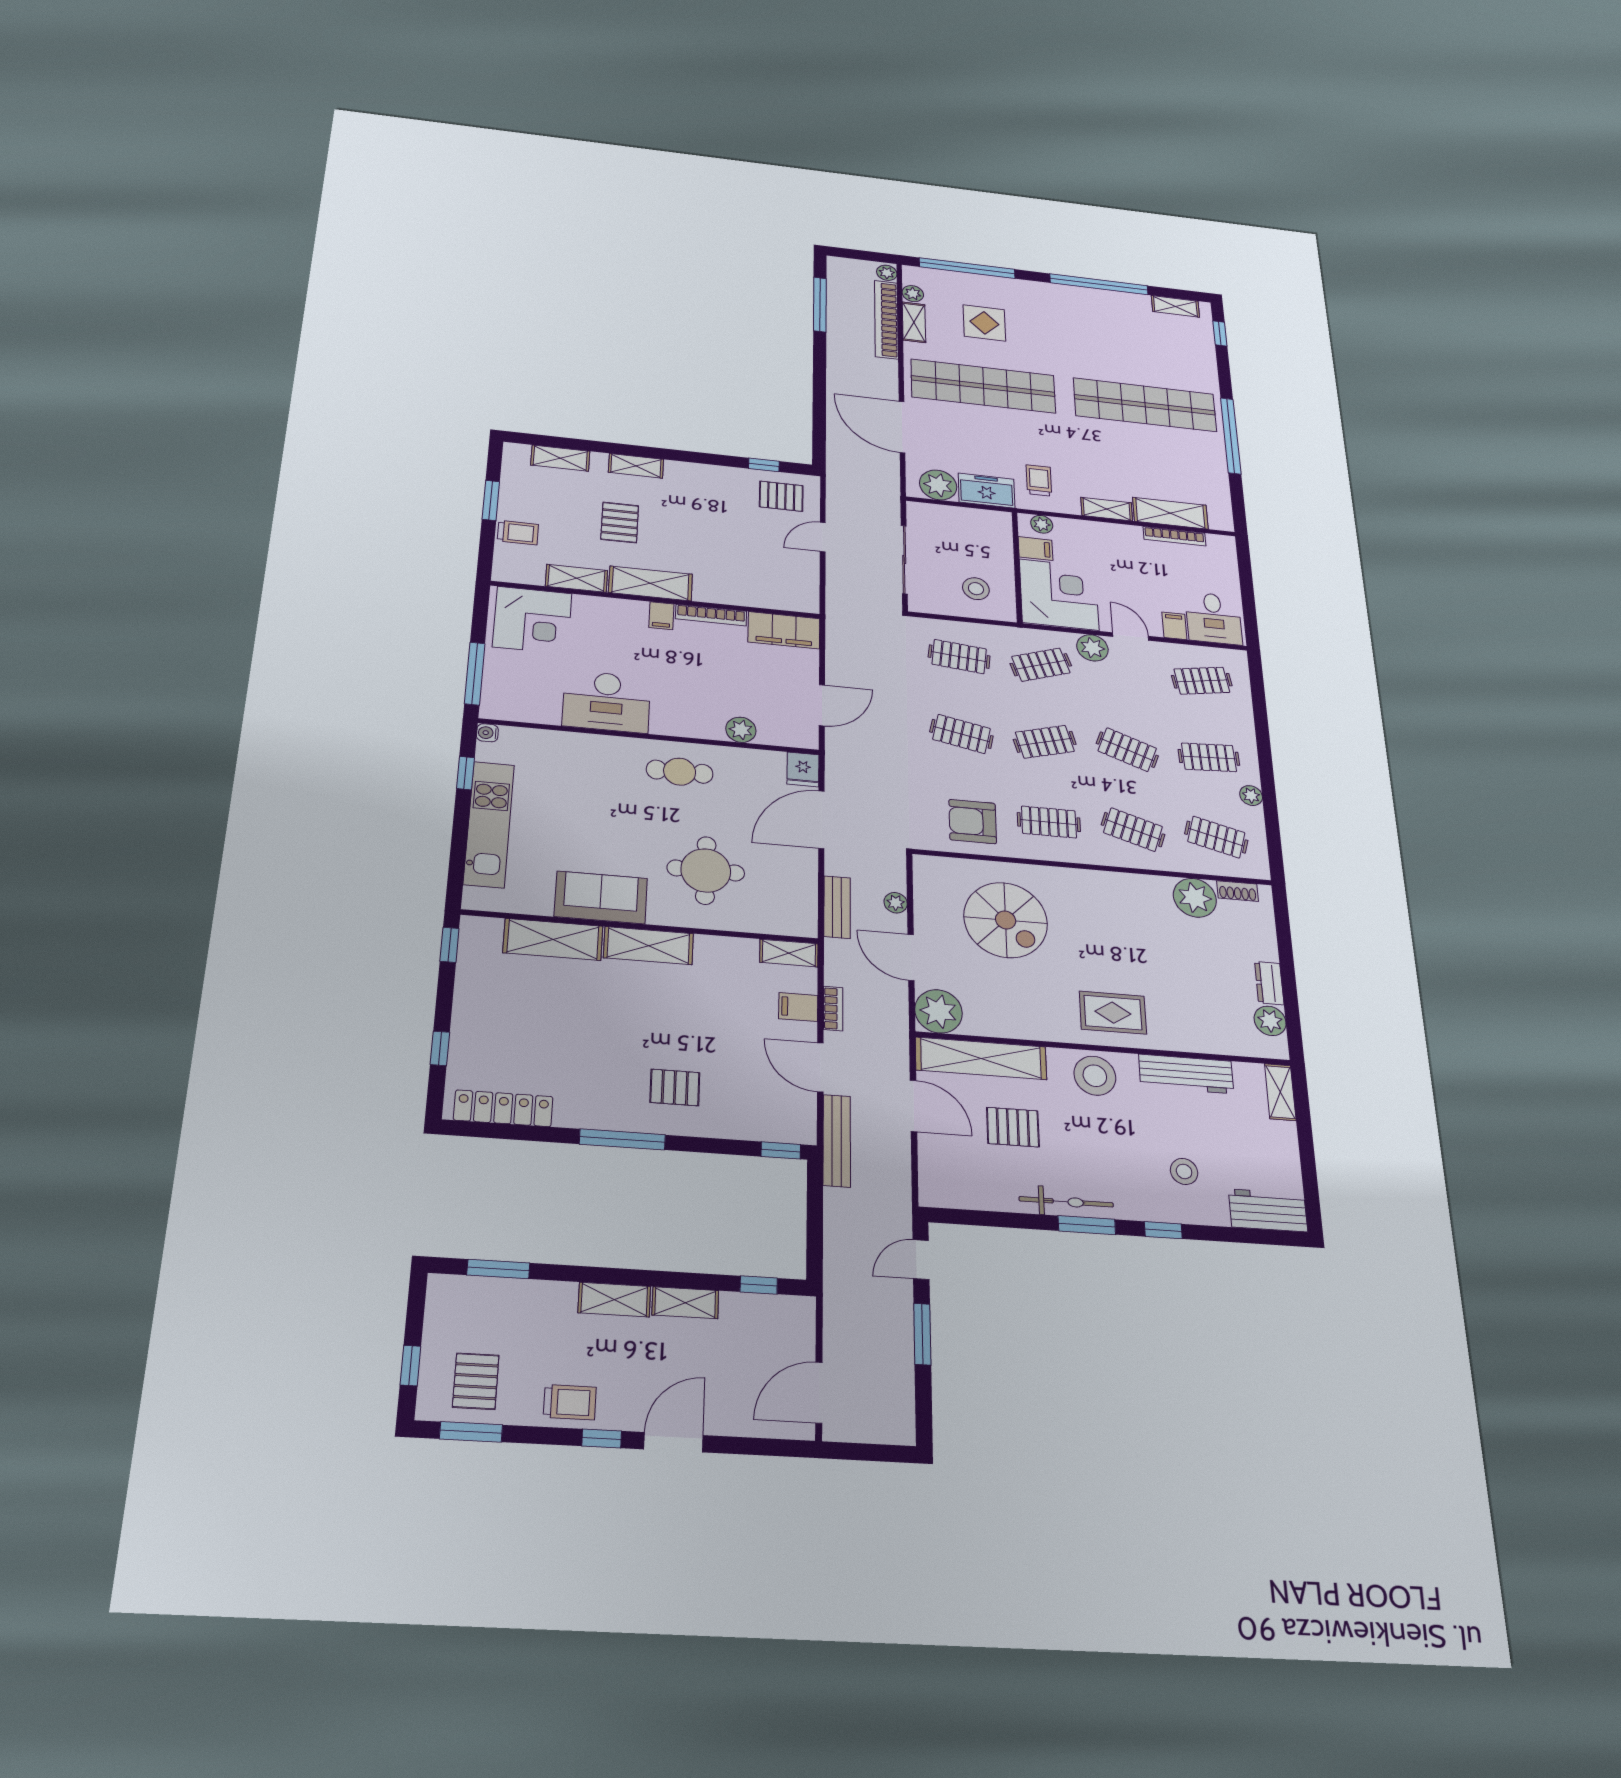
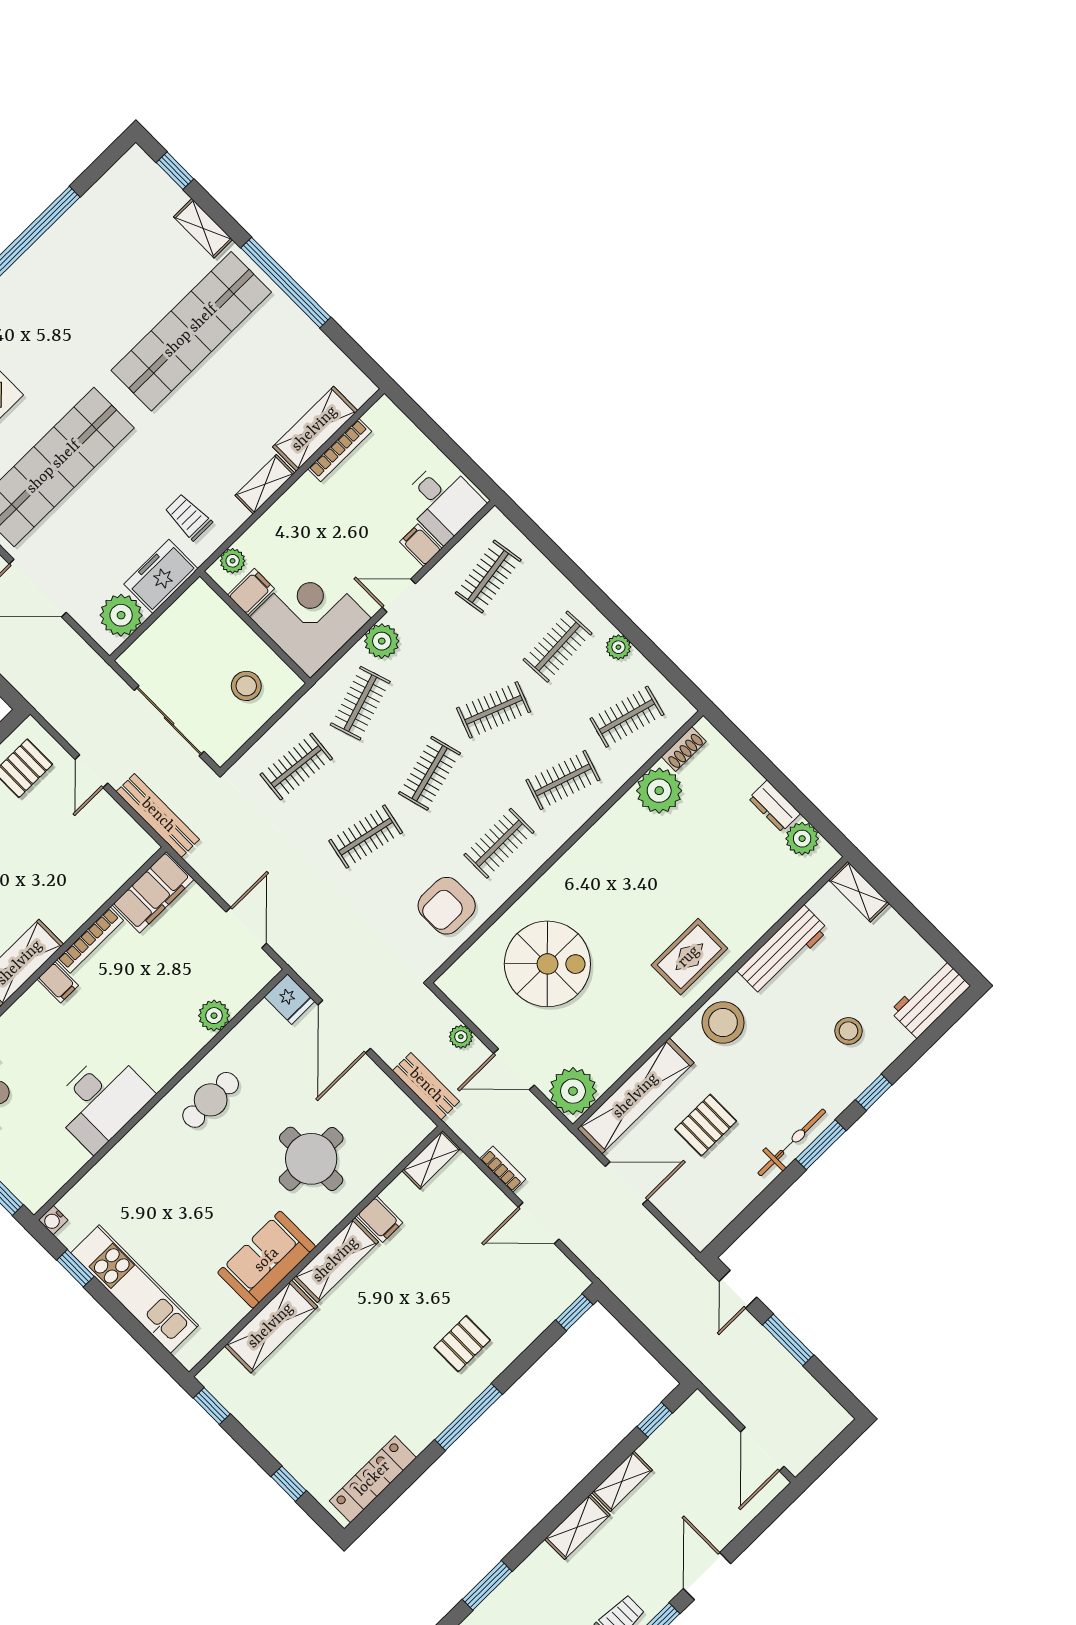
shelving: (1175, 306) -> (203, 228), moved, turned 90
filing cabinet: (798, 1007) -> (380, 1219), moved, turned -90
bench: (837, 1141) -> (158, 816), moved

